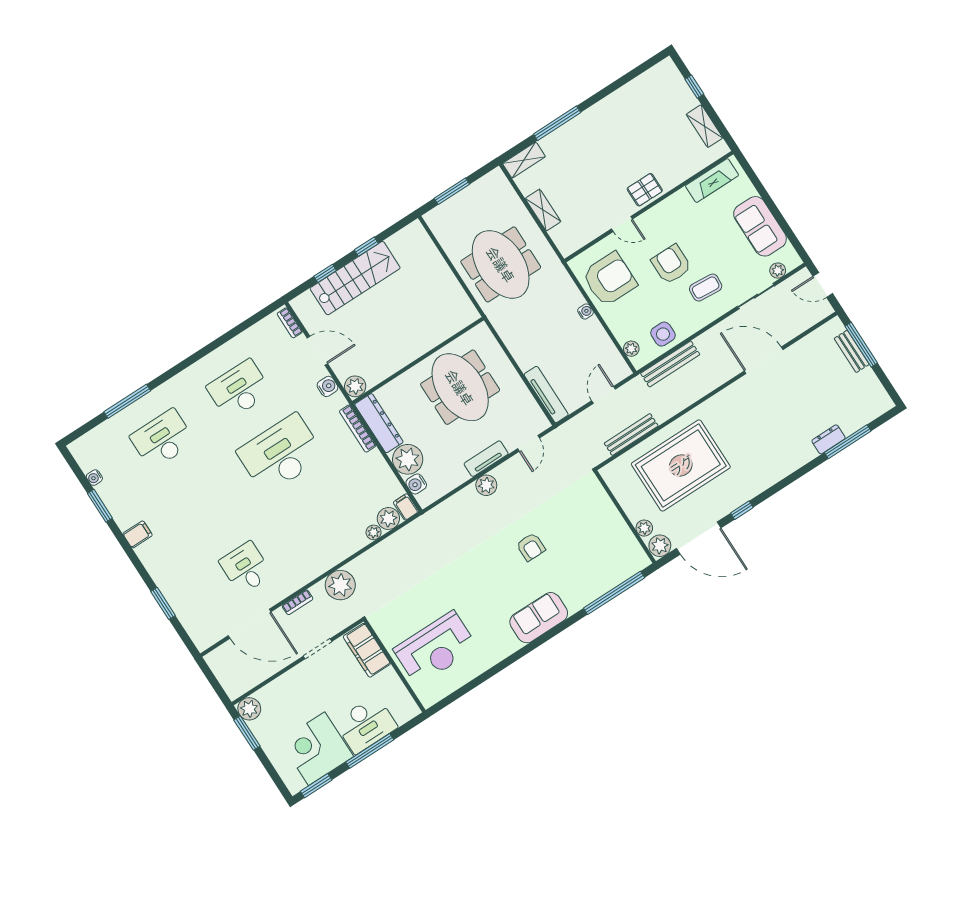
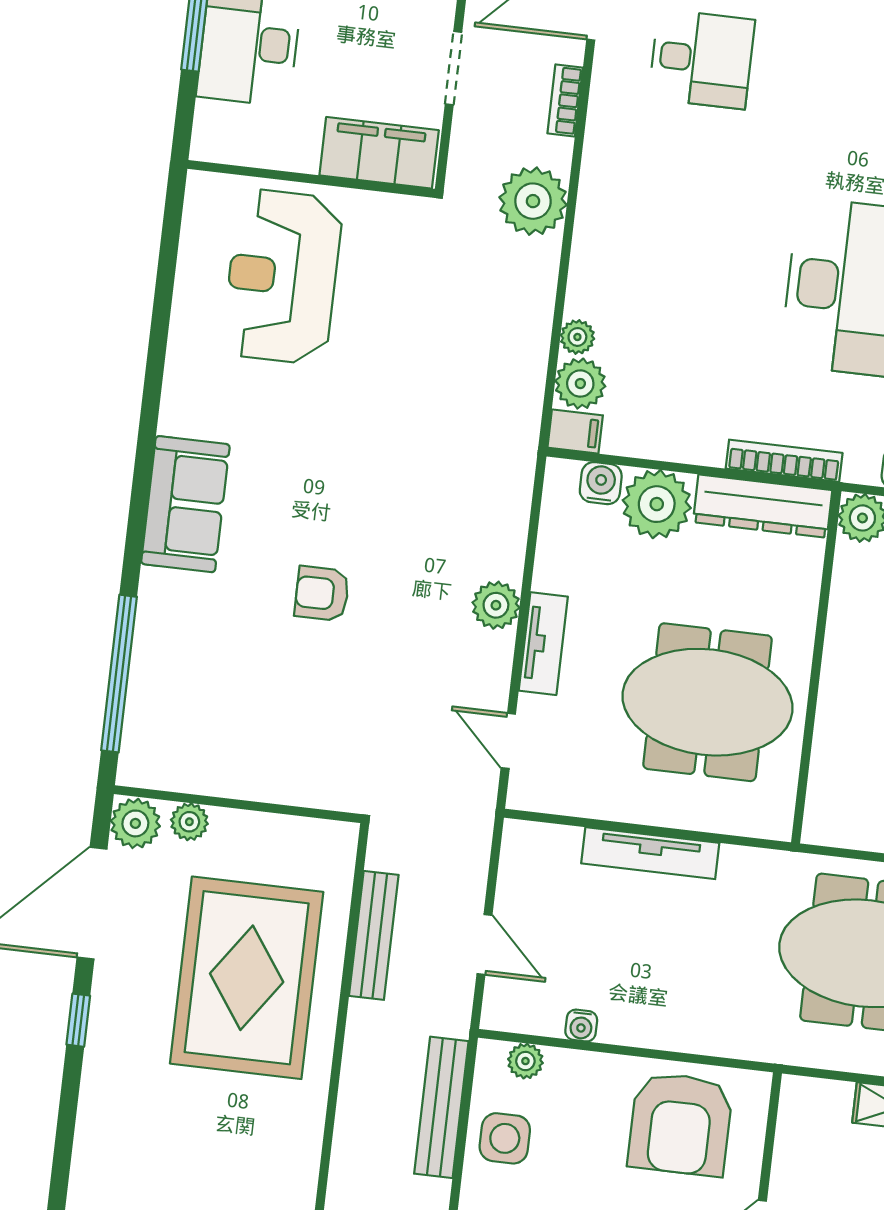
water cooler: (586, 311) -> (581, 1026), moved
tv unit: (546, 395) -> (650, 853), moved

